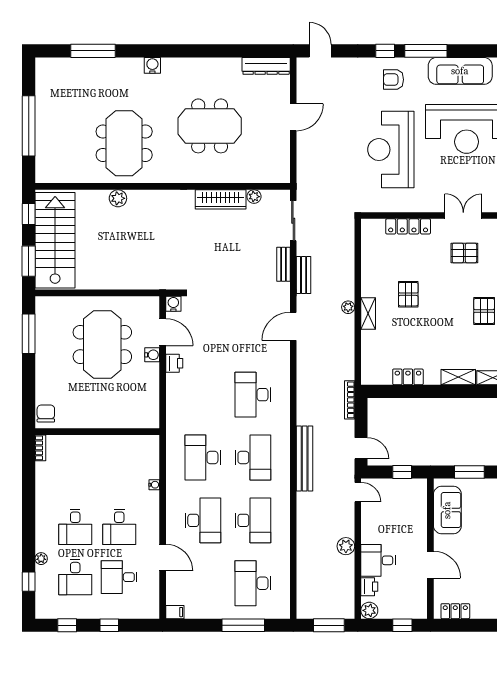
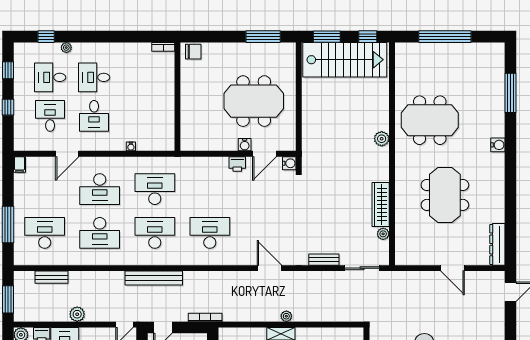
plant: (118, 198) -> (382, 139), moved
bench: (304, 275) -> (51, 277), moved
desk: (253, 457) -> (155, 233), turned 180
desk: (119, 527) -> (94, 116), turned -90

